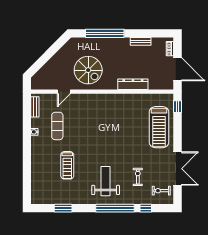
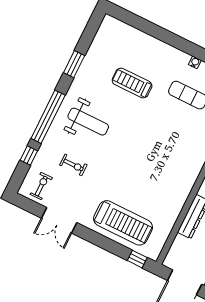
treadmill: (159, 127) -> (123, 223), turned 180
double door: (178, 169) -> (59, 220), width x0.73
window: (63, 208) -> (74, 64), moved

